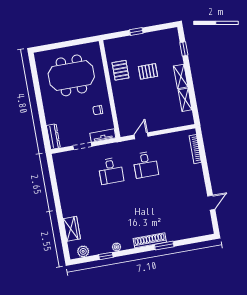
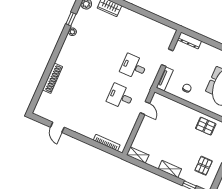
pallet: (148, 71) -> (204, 166), moved
shelving: (185, 100) -> (138, 155), moved
shoe rack: (150, 240) -> (52, 78), moved
window: (164, 246) -> (49, 69), removed

